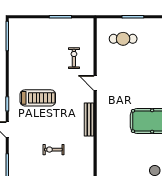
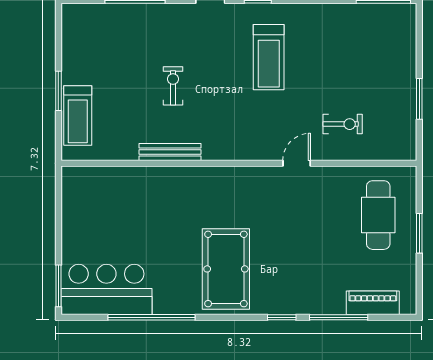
cafe table: (123, 39) -> (378, 215), width x1.37, depth x1.35
bench: (89, 120) -> (170, 152), moved

